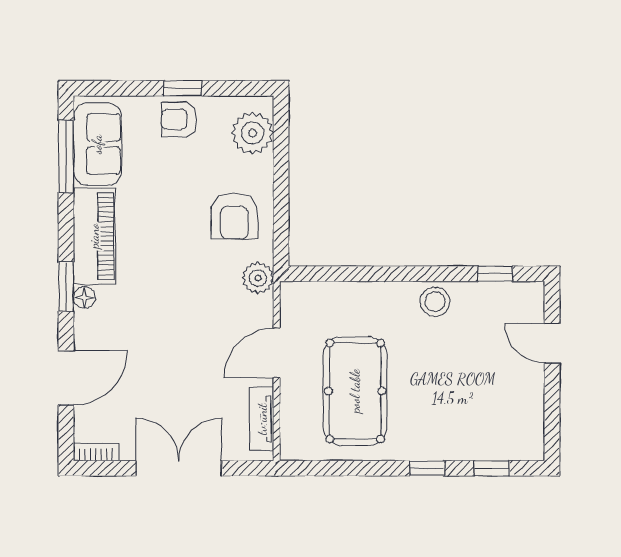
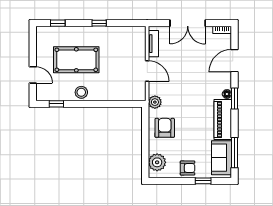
window: (183, 88) -> (203, 181), moved
door: (277, 353) -> (147, 71), hinge flipped
pool table: (355, 391) -> (76, 60), moved, turned 90
window: (427, 468) -> (99, 23), moved

